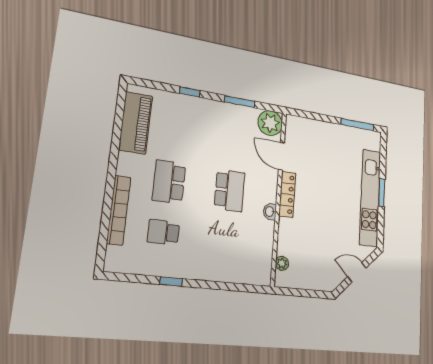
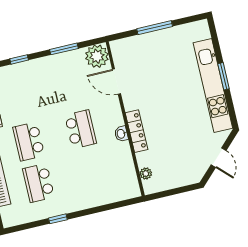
window: (357, 125) -> (155, 28), moved
locker: (287, 194) -> (137, 131), moved
school desk: (163, 232) -> (38, 183), width x1.85
door: (357, 272) -> (219, 158), swing flipped

